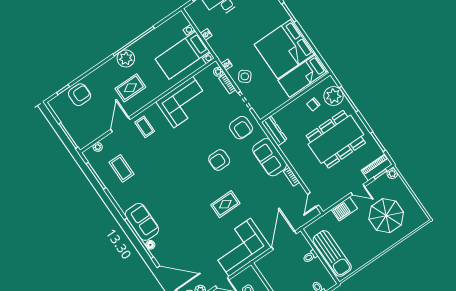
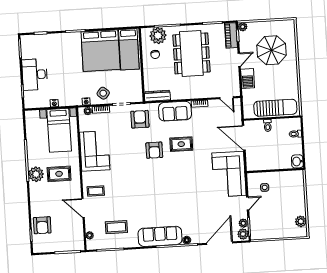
rug: (130, 88) -> (59, 174), moved, turned 90
armchair: (80, 95) -> (42, 225), turned 180
armchair: (241, 128) -> (140, 119), turned -90
rug: (225, 204) -> (181, 144), moved, turned 90
sofa: (142, 222) -> (160, 236), width x1.36

